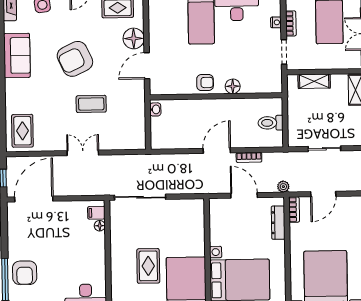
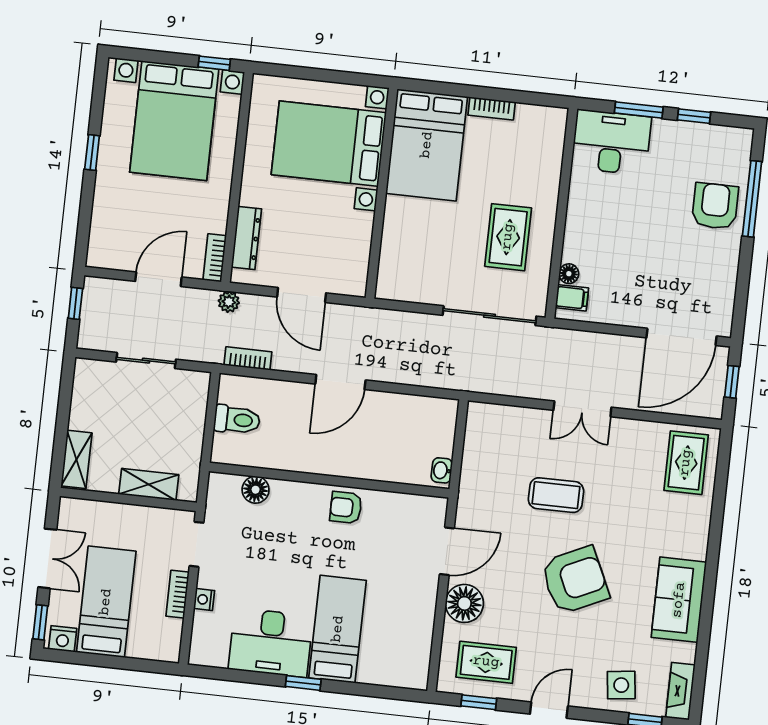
floor lamp: (233, 86) -> (256, 490), moved
bookcase: (249, 157) -> (248, 358), moved
rug: (148, 266) -> (508, 237), moved

